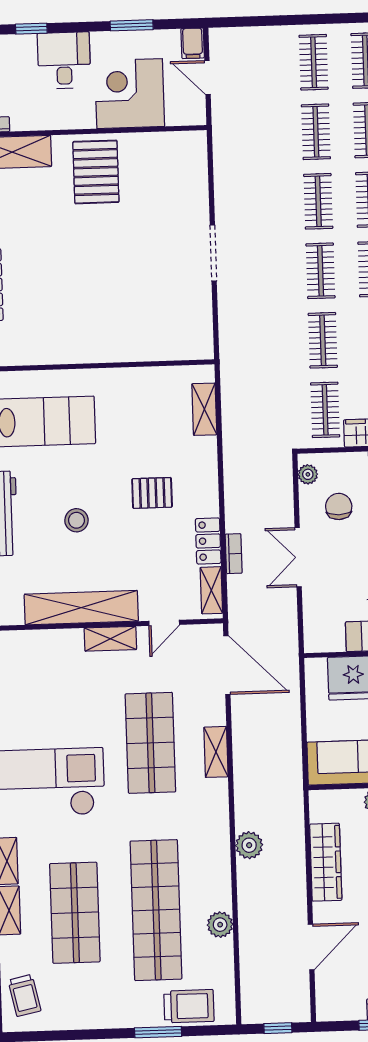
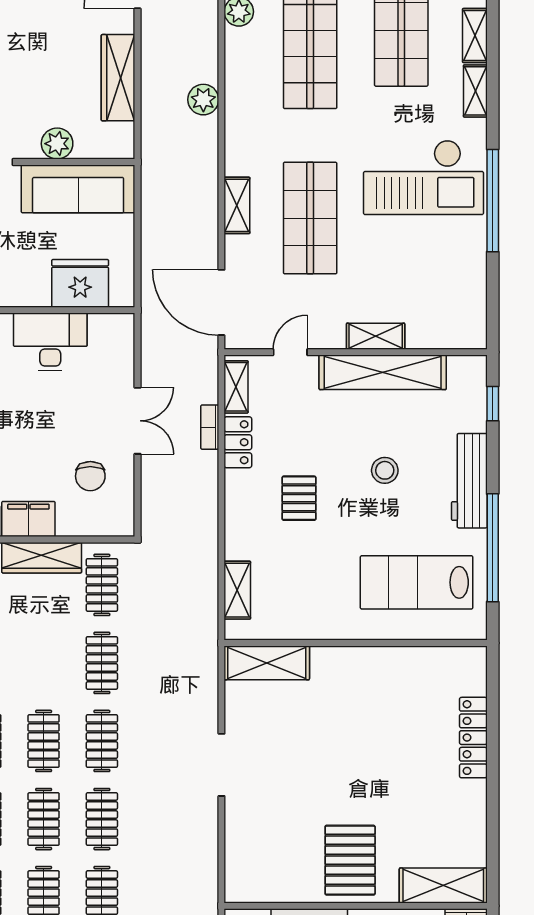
shelving: (176, 345) -> (267, 663), added
plant: (308, 474) -> (124, 513), removed
pallet: (152, 493) -> (299, 498), turned 90
shelving: (110, 639) -> (376, 336), moved

